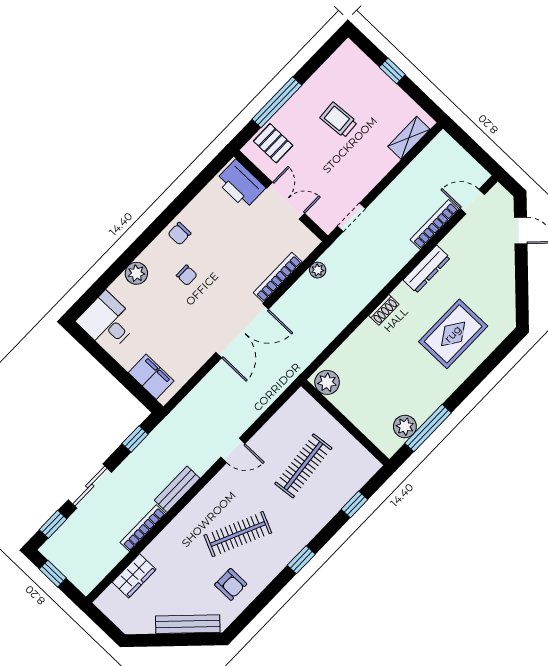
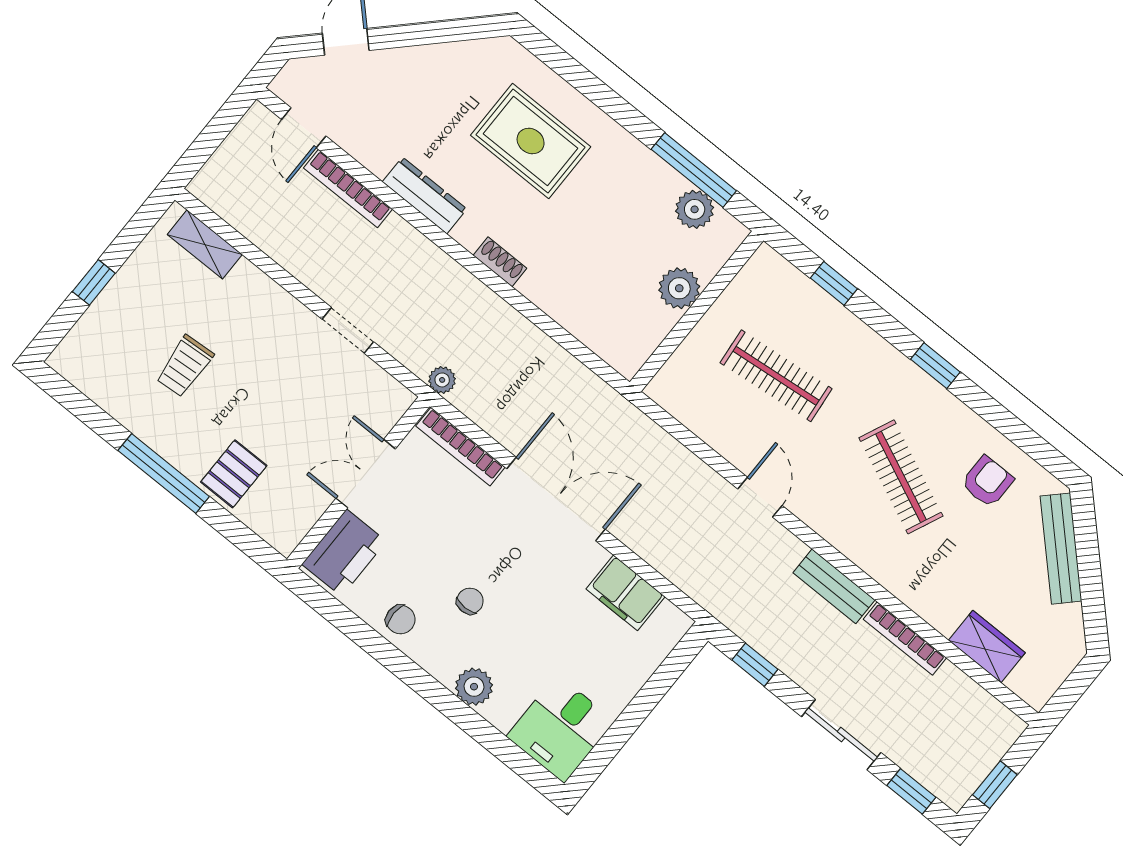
printer: (240, 184) -> (344, 553), moved
wall: (281, 196) -> (358, 483), moved
double door: (286, 201) -> (366, 474), moved
filing cabinet: (151, 377) -> (625, 593), moved, turned -90
plant: (327, 382) -> (679, 288), moved

